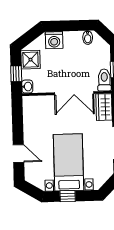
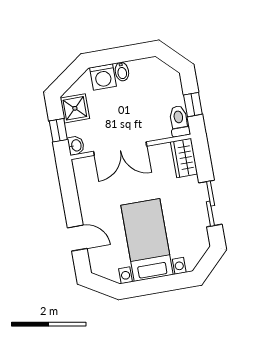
bidet: (88, 38) -> (122, 72), moved
double door: (74, 93) -> (120, 149), moved
window: (68, 196) -> (153, 286), removed

